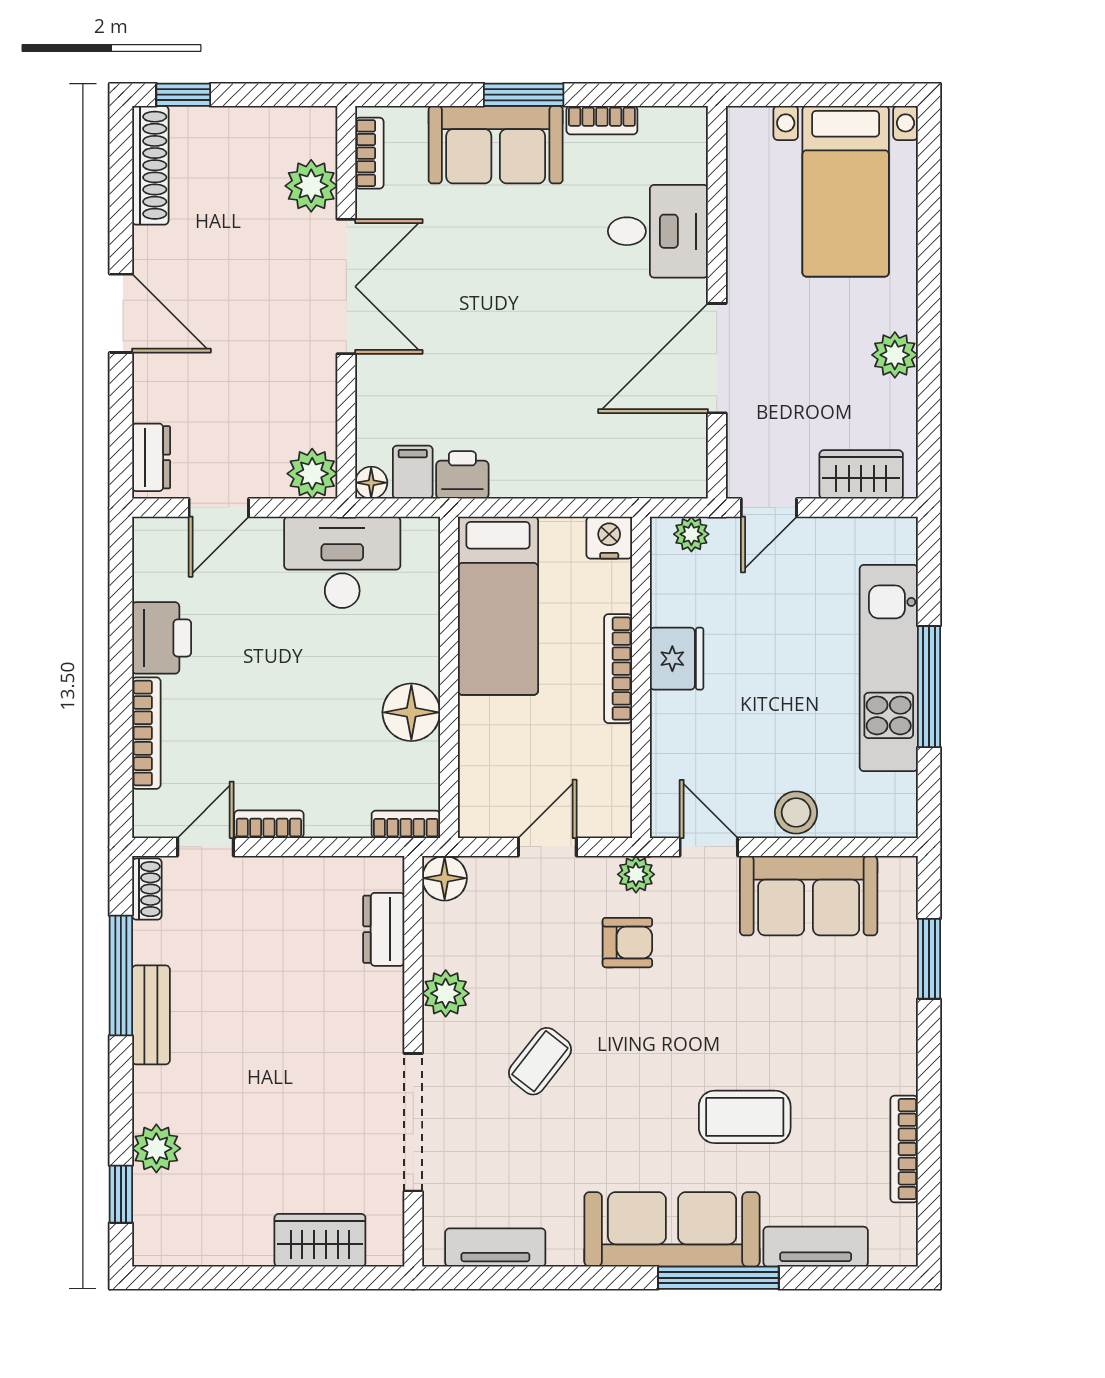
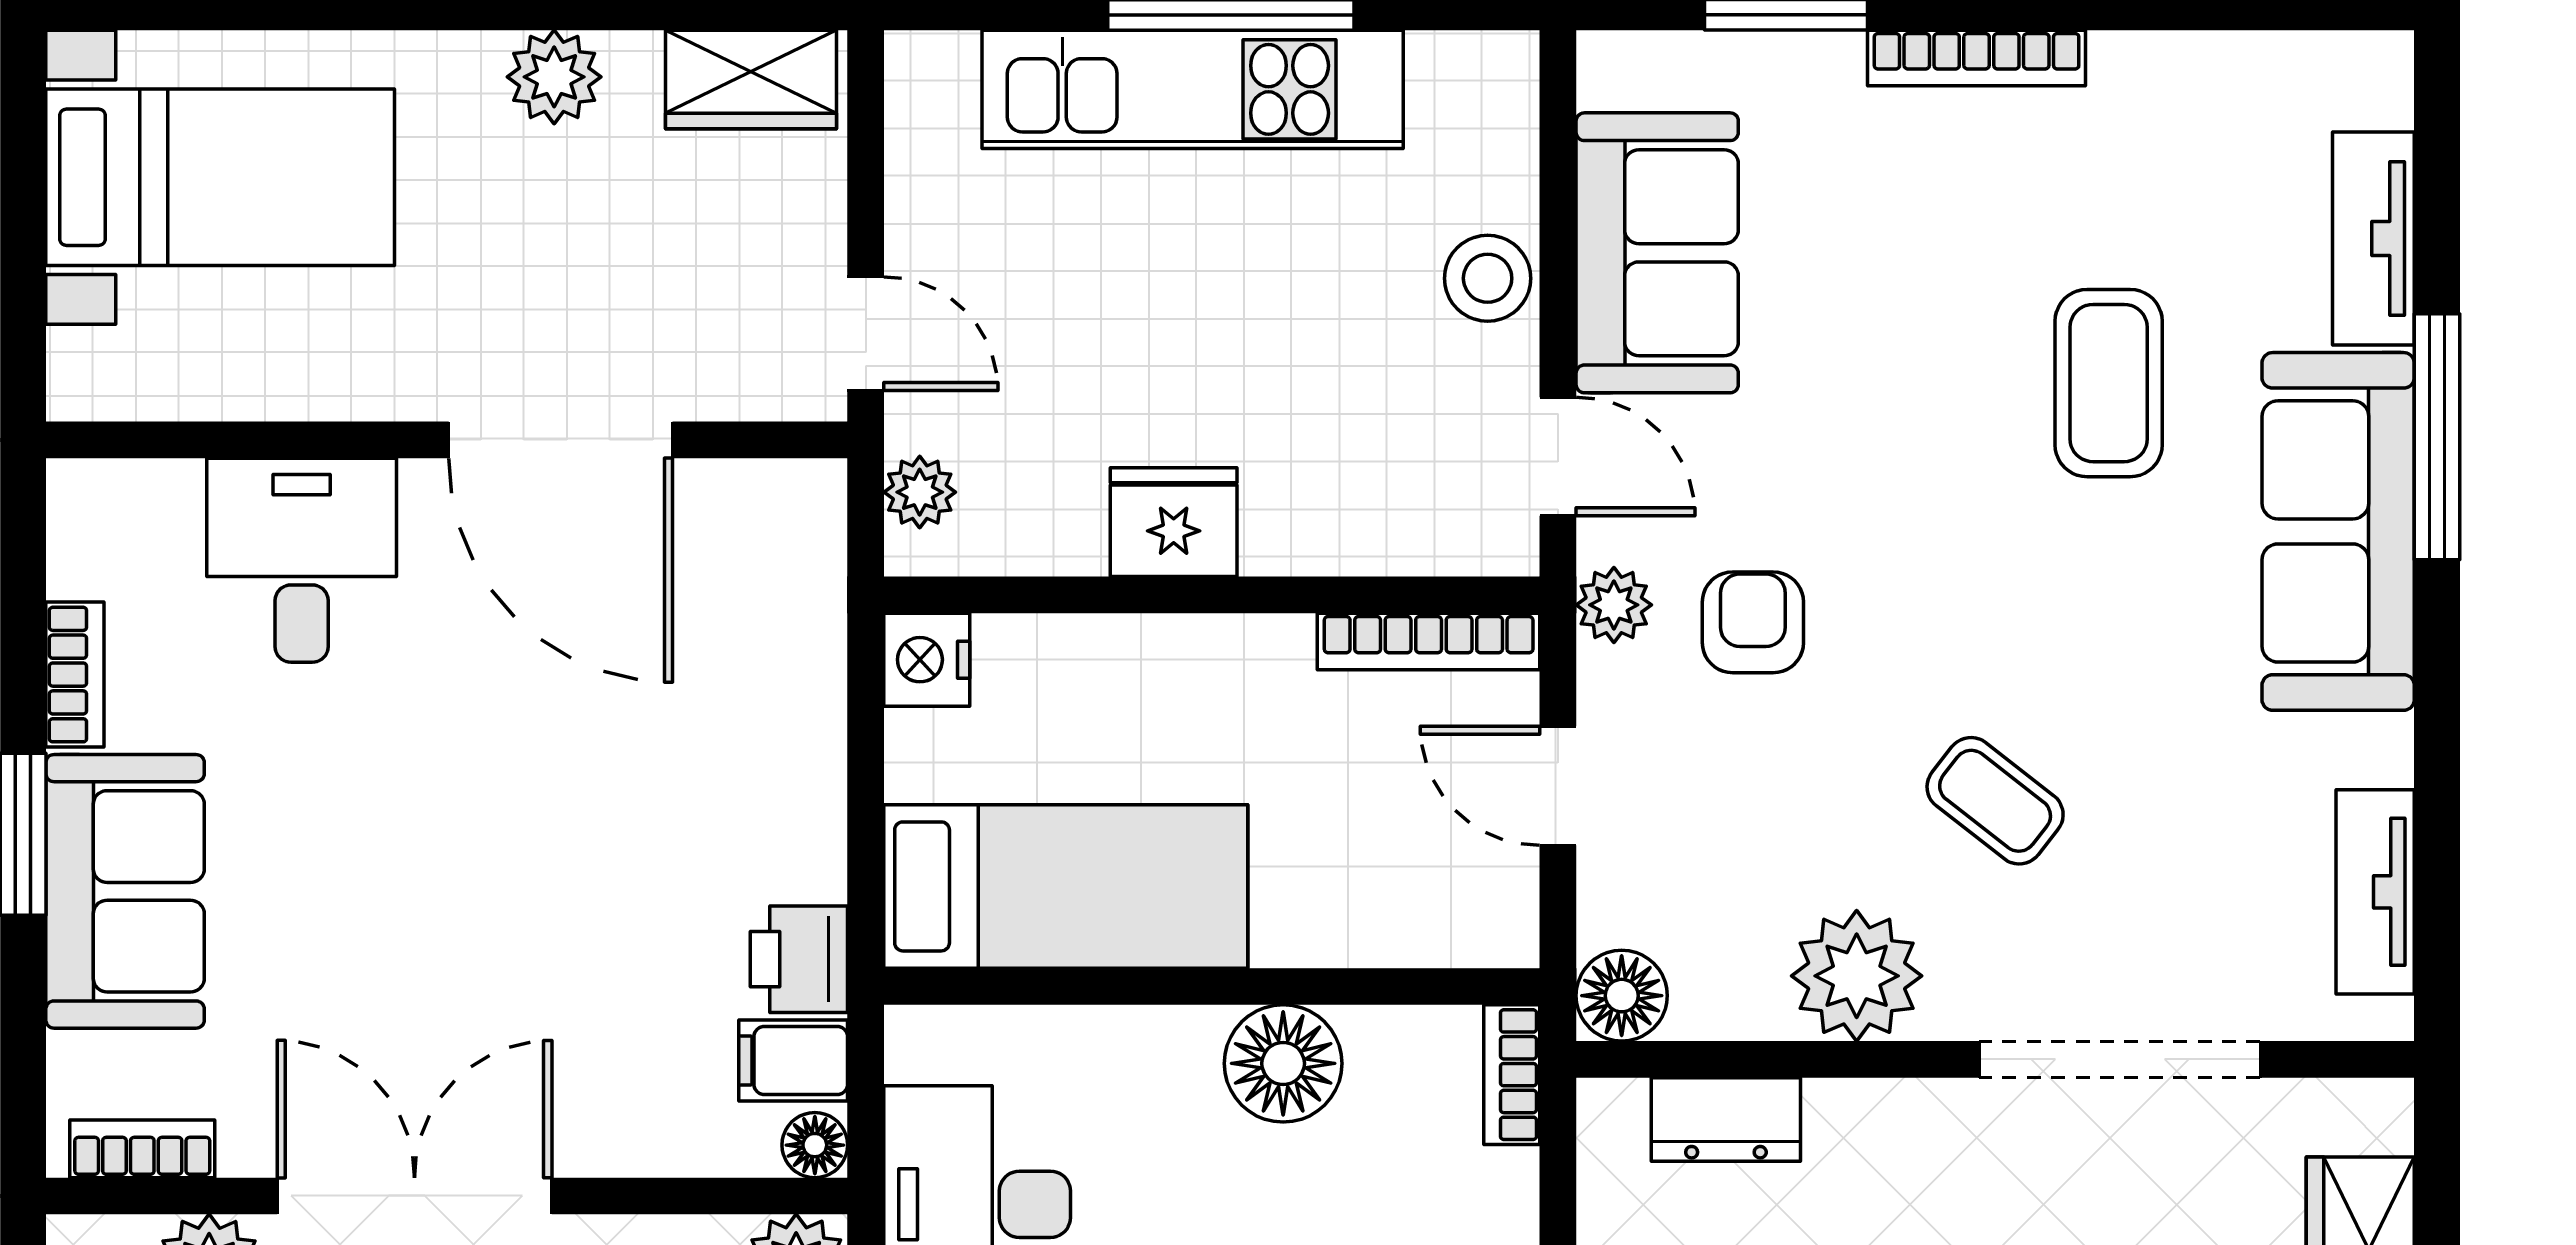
wardrobe: (861, 474) -> (751, 80), moved, turned -90
bookcase: (618, 669) -> (1429, 641), moved
door: (709, 847) -> (1558, 456), swing flipped
plant: (446, 993) -> (1857, 976), width x1.36, depth x1.36
bookcase: (904, 1149) -> (1977, 58), moved

